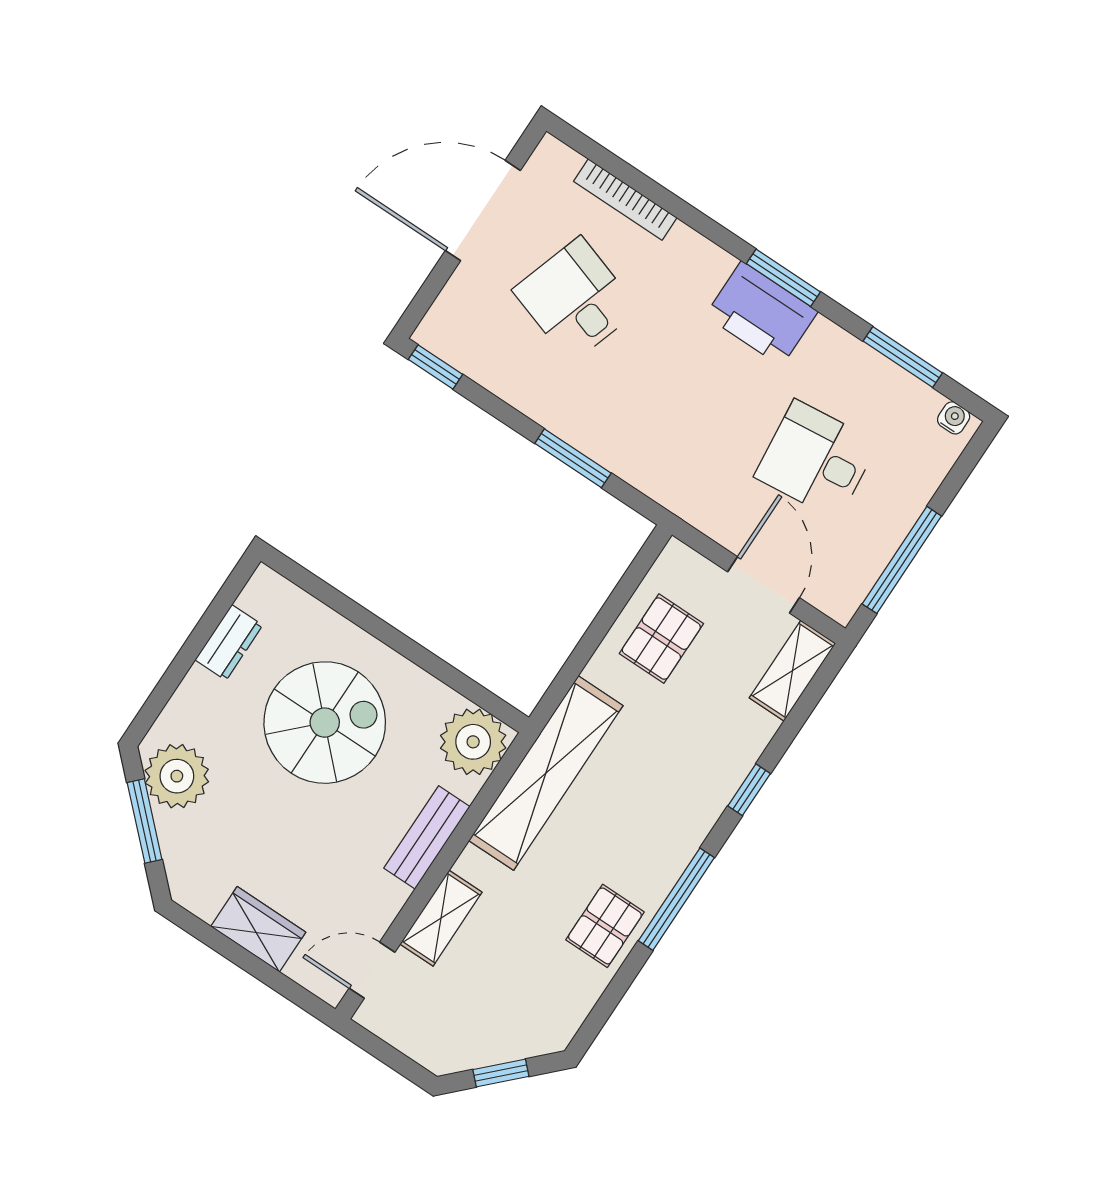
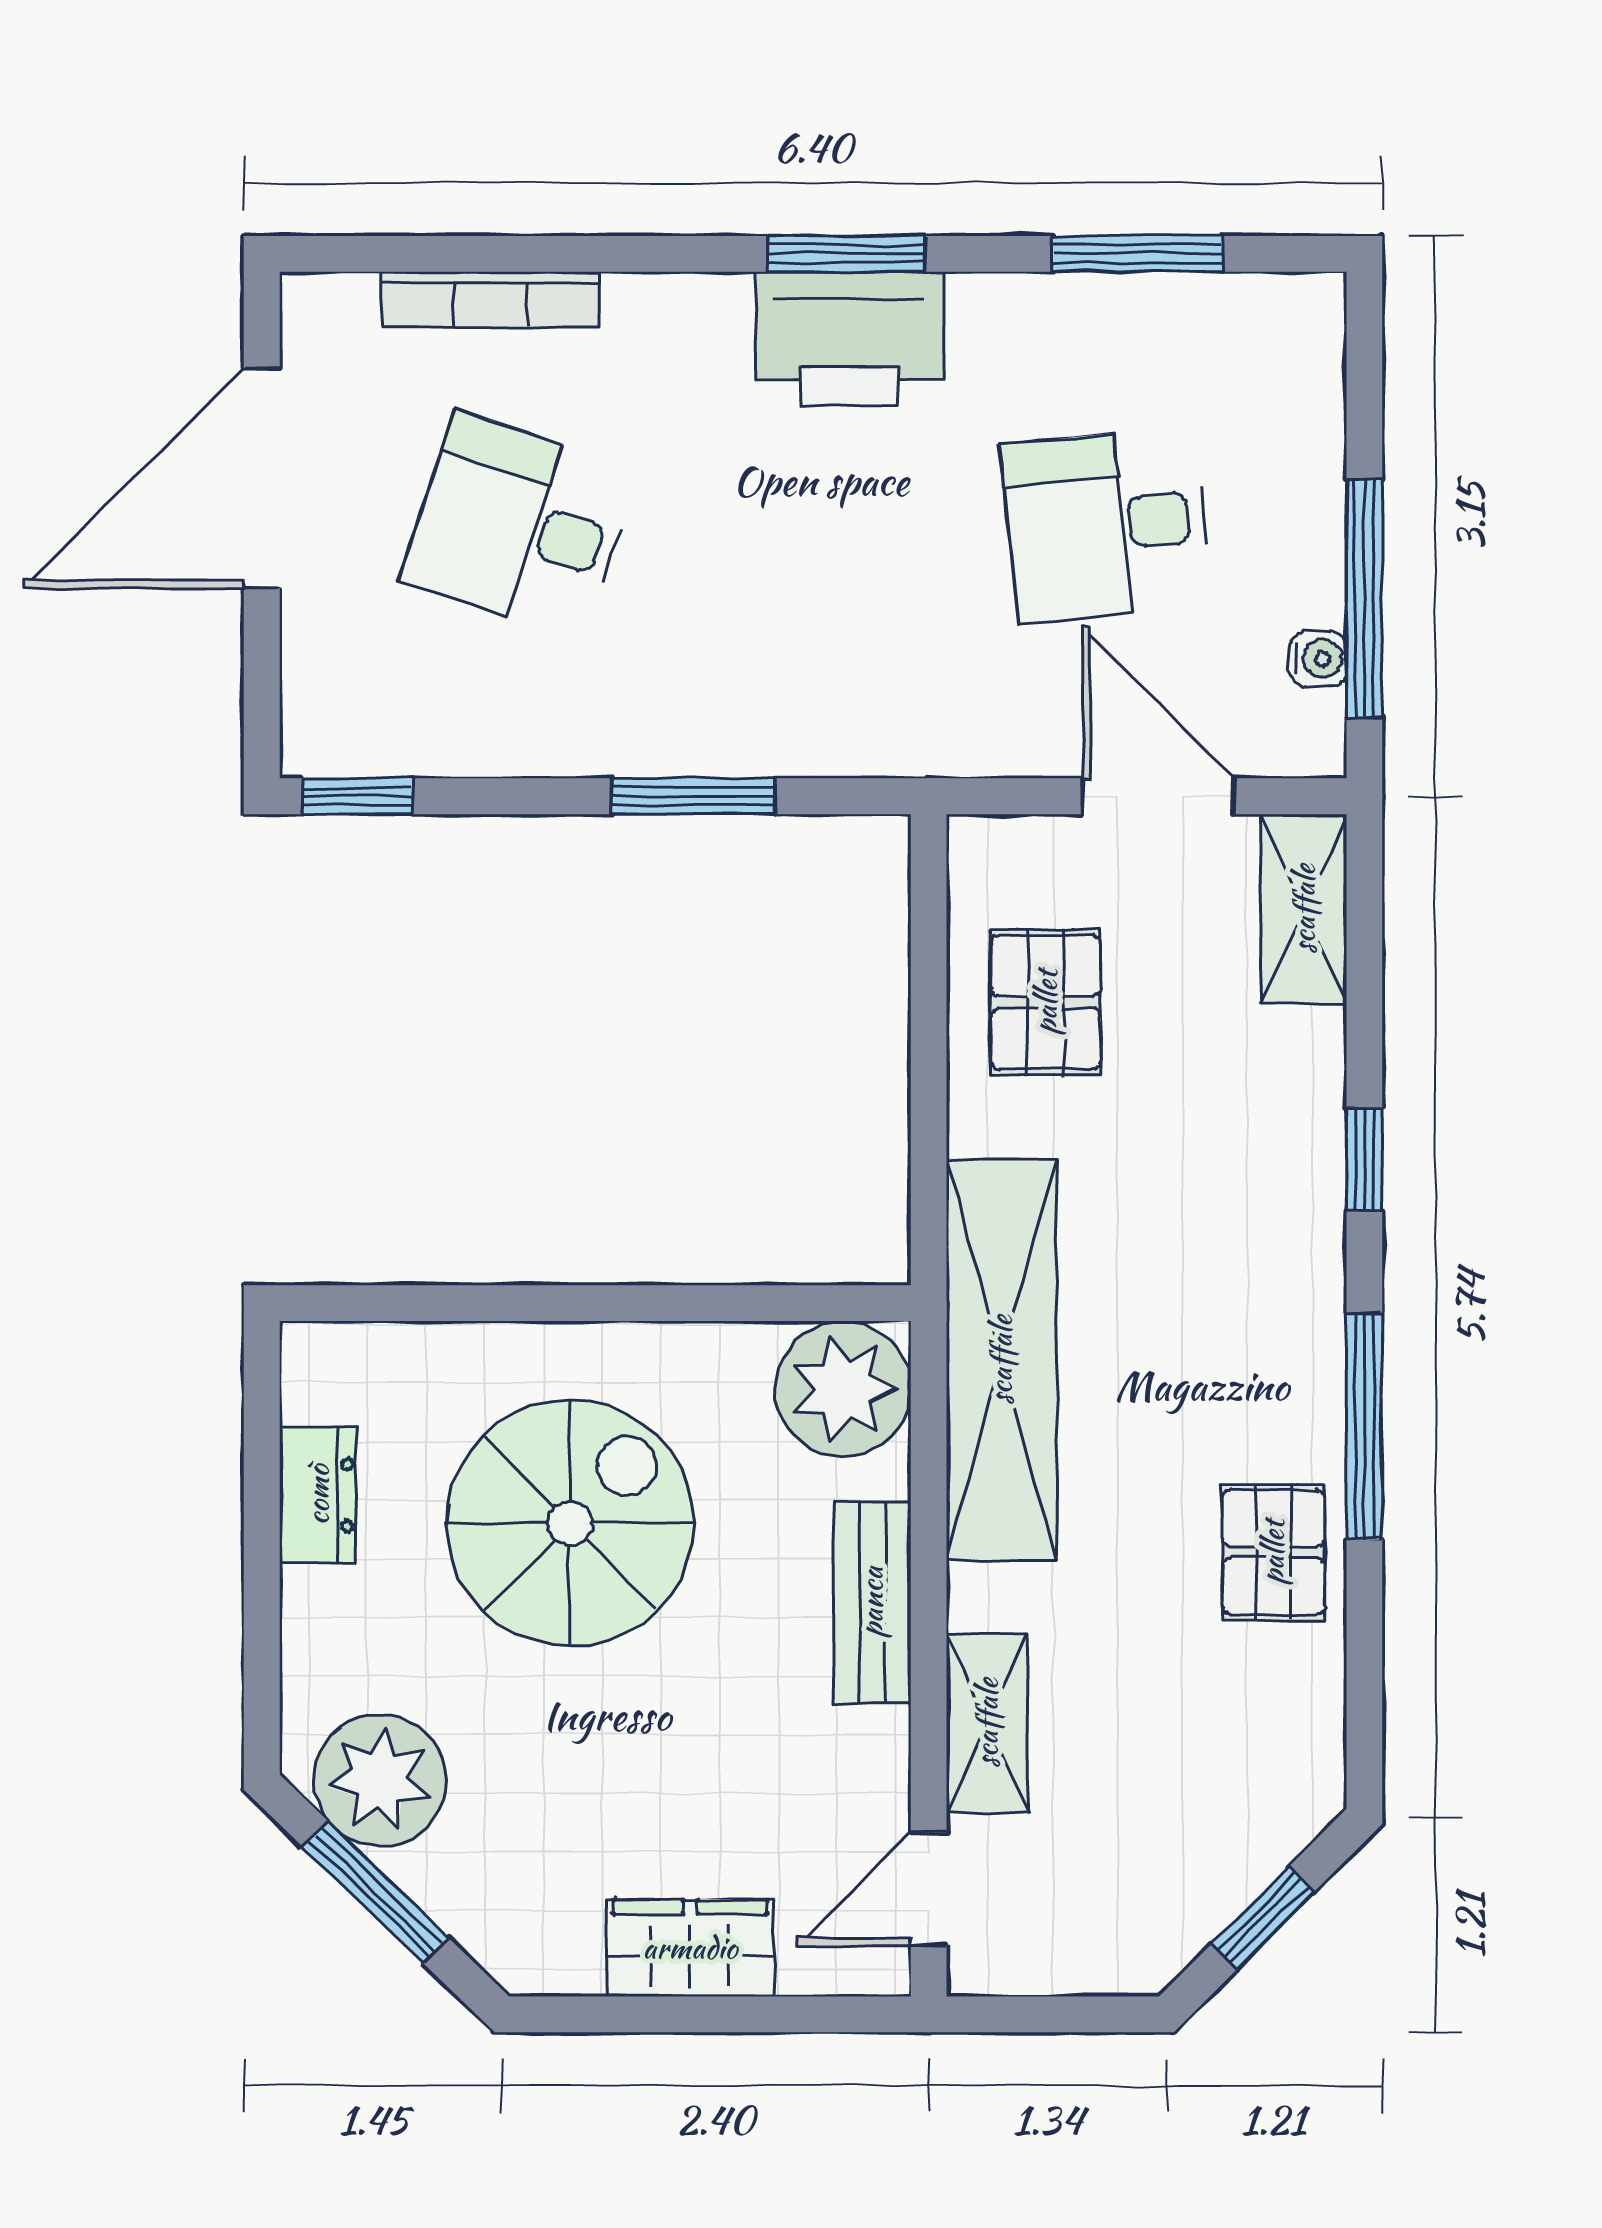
water cooler: (954, 418) -> (1318, 659), moved, turned 90

